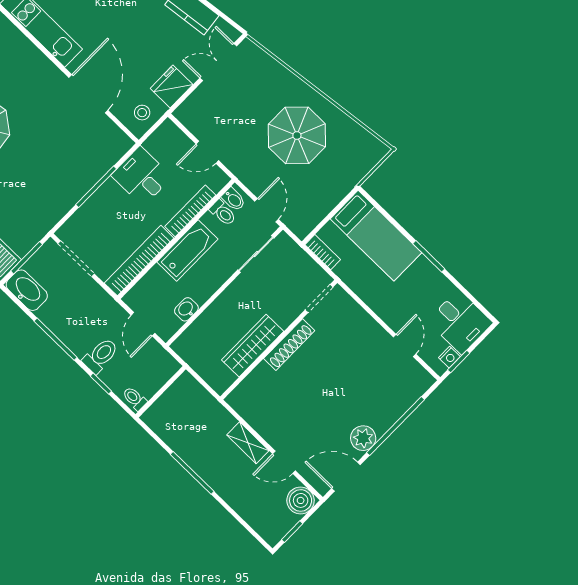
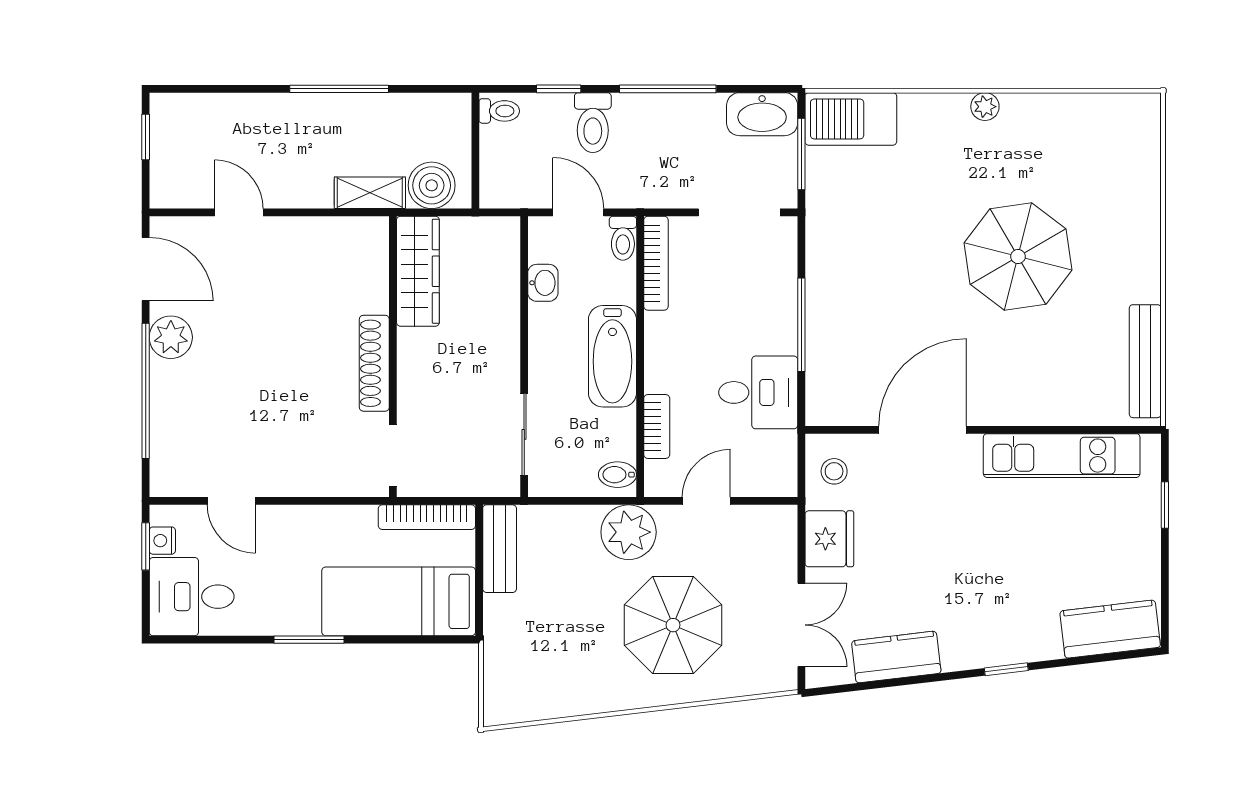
door: (88, 94) -> (923, 430), swing flipped
parasol: (297, 135) -> (673, 625), moved
plant: (252, 171) -> (629, 532), added
door: (267, 210) -> (564, 501), removed
bookcase: (190, 211) -> (657, 427), width x0.64
toilet: (223, 213) -> (623, 238), moved, turned -90
bench: (313, 216) -> (500, 549), added
bookcase: (323, 252) -> (427, 517), width x1.56
bookcase: (139, 261) -> (656, 263), width x0.68, depth x0.76
wardrobe: (253, 346) -> (418, 271), moved
shelving: (248, 443) -> (370, 193), moved
door: (284, 462) -> (239, 212), hinge flipped
door: (346, 477) -> (146, 269), hinge flipped
boiler: (301, 500) -> (432, 185), moved

